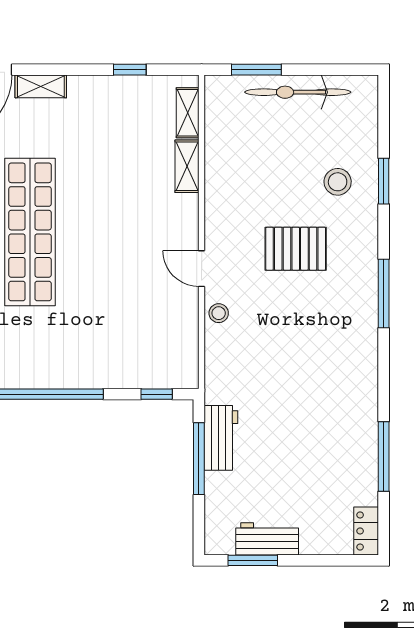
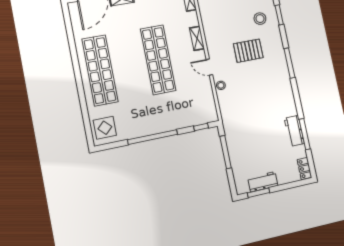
shelving: (187, 166) -> (197, 38), moved
shop shelf: (30, 232) -> (158, 60), moved
workbench: (221, 438) -> (294, 131), moved, turned 180

